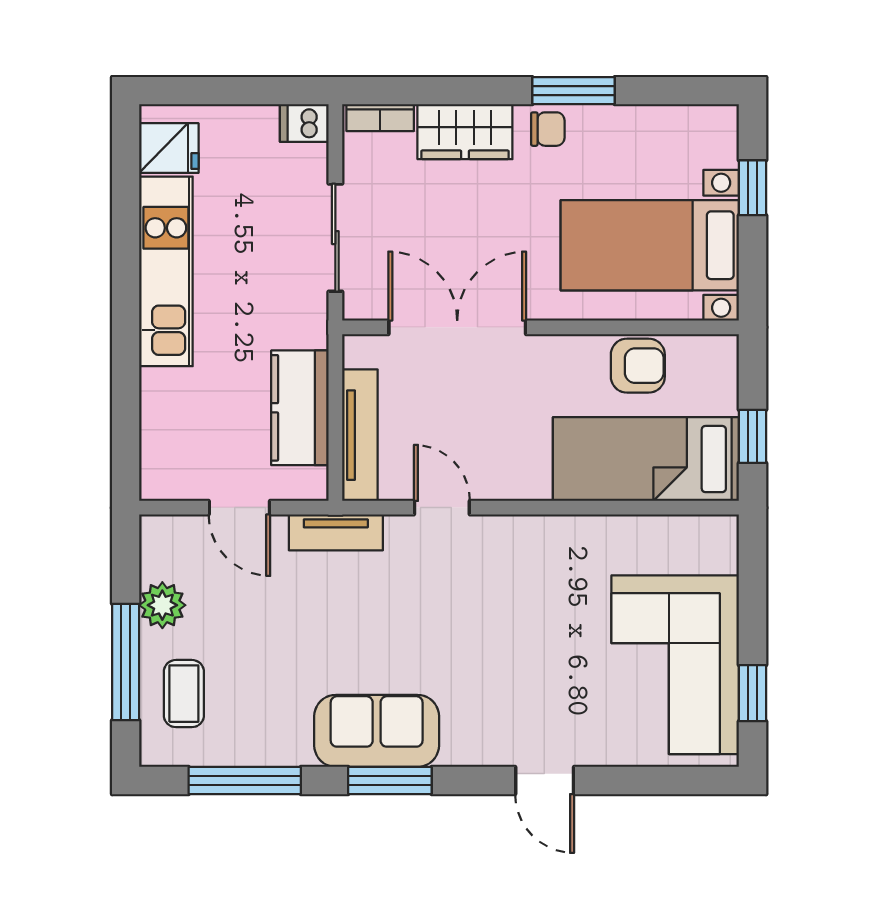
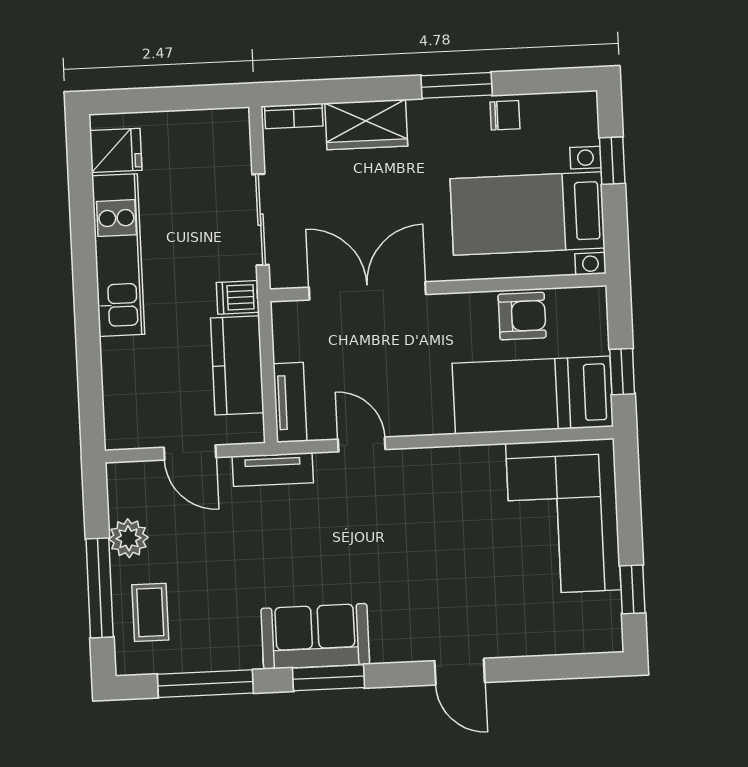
dishwasher: (304, 123) -> (238, 297), moved
chair: (548, 129) -> (505, 115), moved
tv unit: (360, 435) -> (290, 402), width x0.71
corner sofa: (675, 665) -> (563, 517), moved

